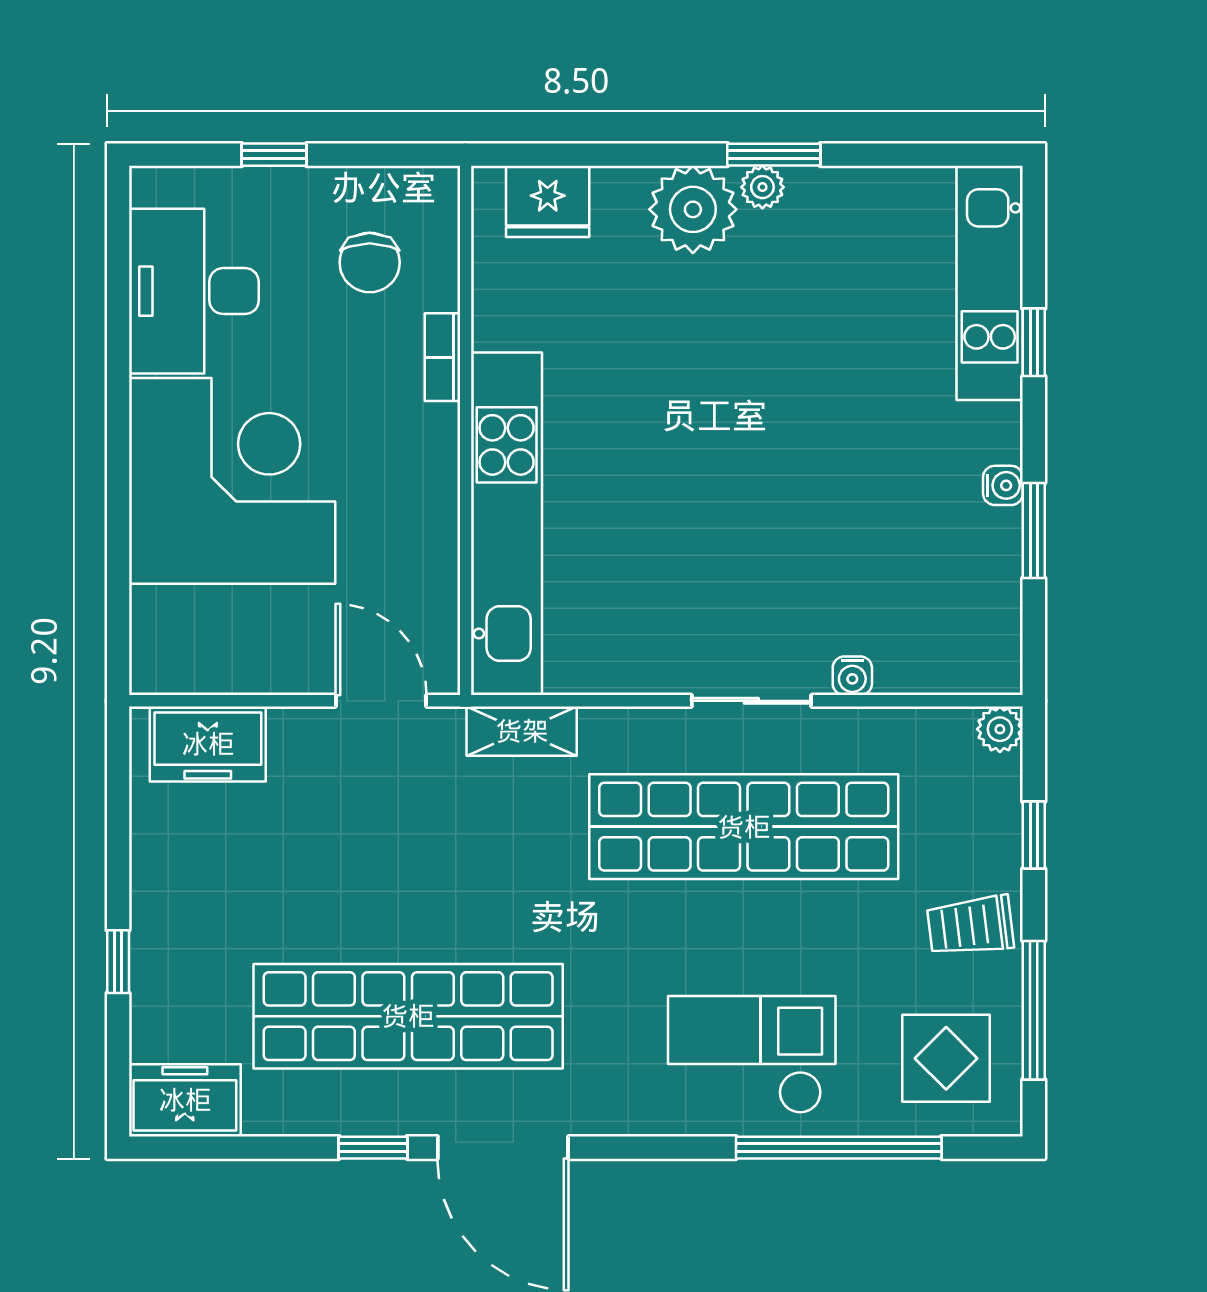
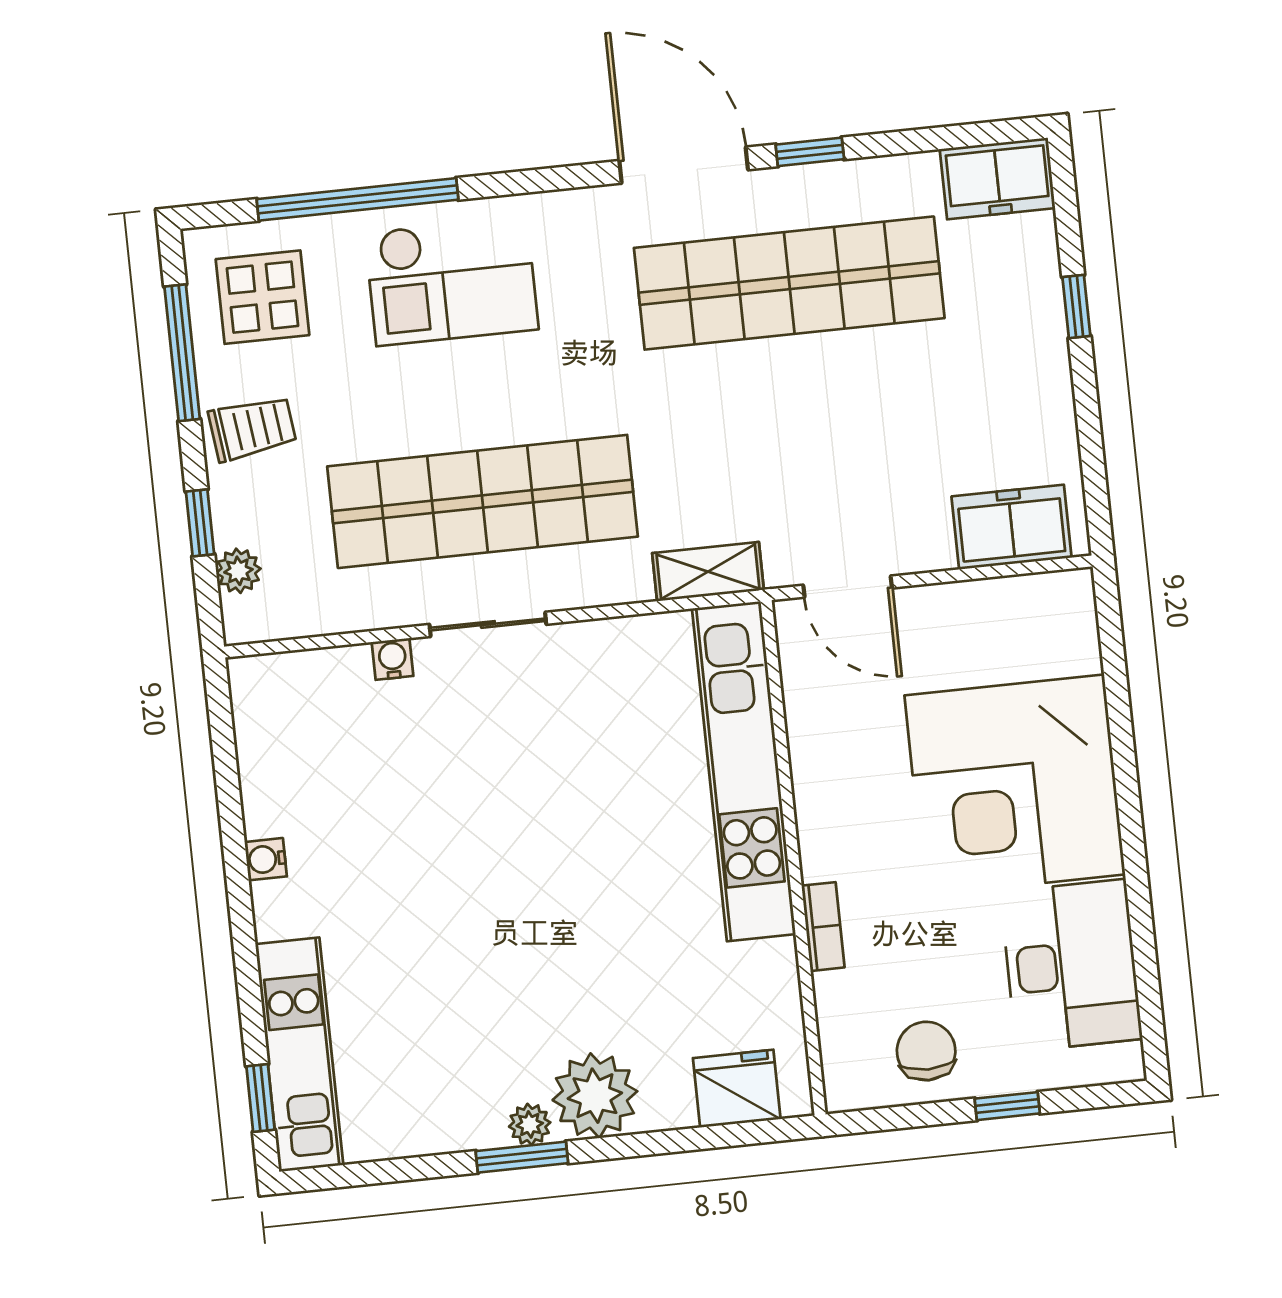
chair: (370, 263) -> (926, 1051), moved
window: (1034, 342) -> (260, 1098), moved
window: (1034, 531) -> (231, 819), removed
plant: (1000, 729) -> (238, 571), moved

